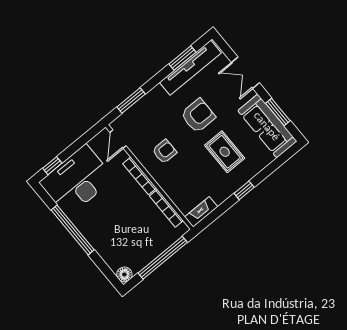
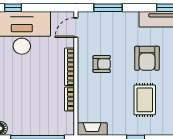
armchair: (198, 116) -> (147, 58), turned 90
bookcase: (166, 208) -> (69, 99), width x0.64

